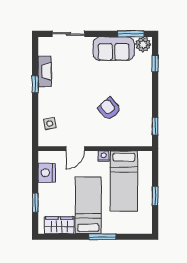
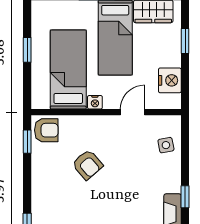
armchair: (141, 135) -> (46, 130), added

